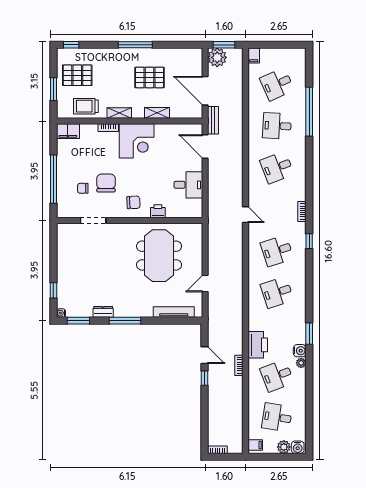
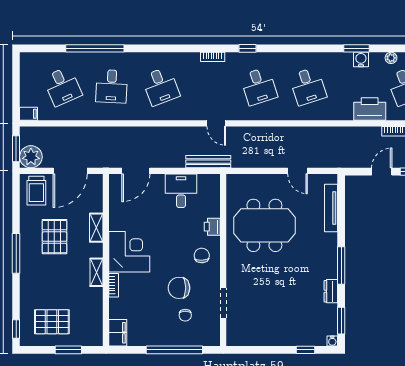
pallet: (77, 75) -> (52, 322), turned 90
trolley: (86, 106) -> (36, 191), moved
bench: (213, 120) -> (208, 162), moved, width x1.36
door: (246, 215) -> (216, 123), swing flipped
water cooler: (300, 351) -> (361, 59), moved

